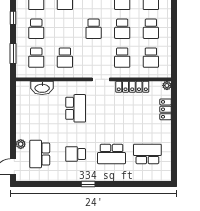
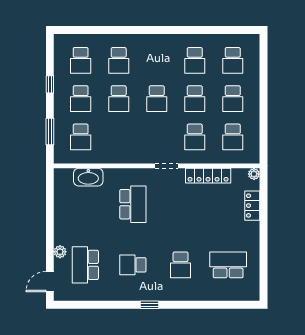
school desk: (65, 58) -> (119, 99), moved
school desk: (112, 154) -> (181, 265), width x0.54

